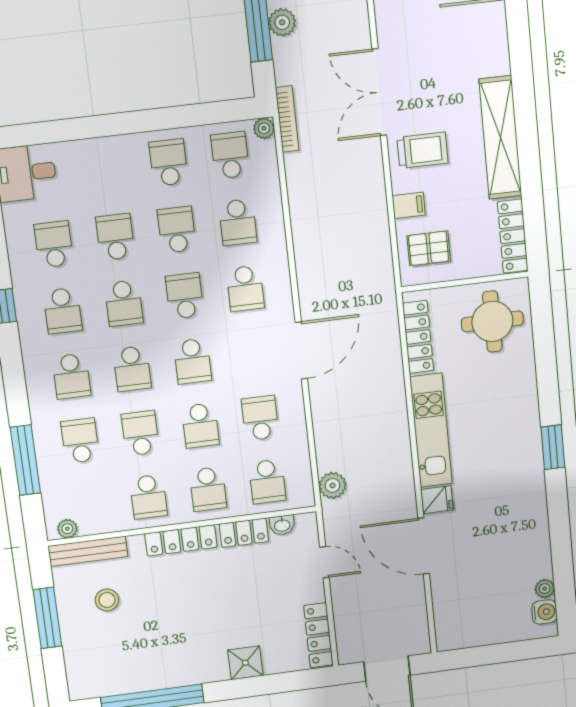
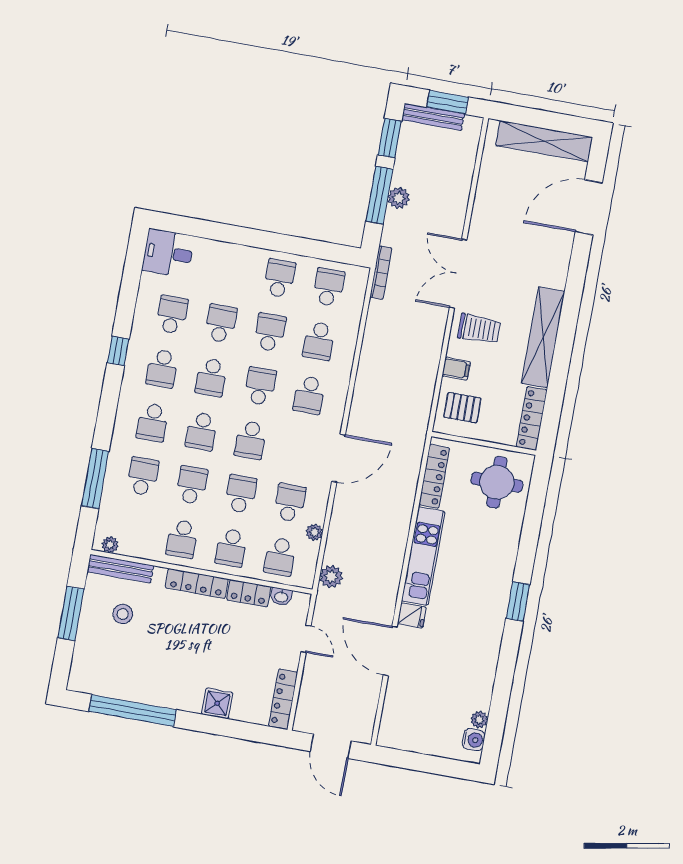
plant: (264, 128) -> (314, 532), moved
school desk: (200, 426) -> (241, 494), turned 180

